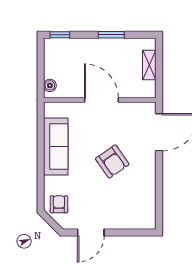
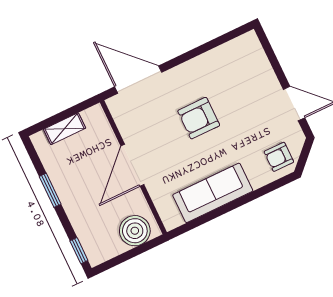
boiler: (50, 85) -> (135, 231), width x1.86, depth x1.86
armchair: (112, 162) -> (199, 118), turned -145

